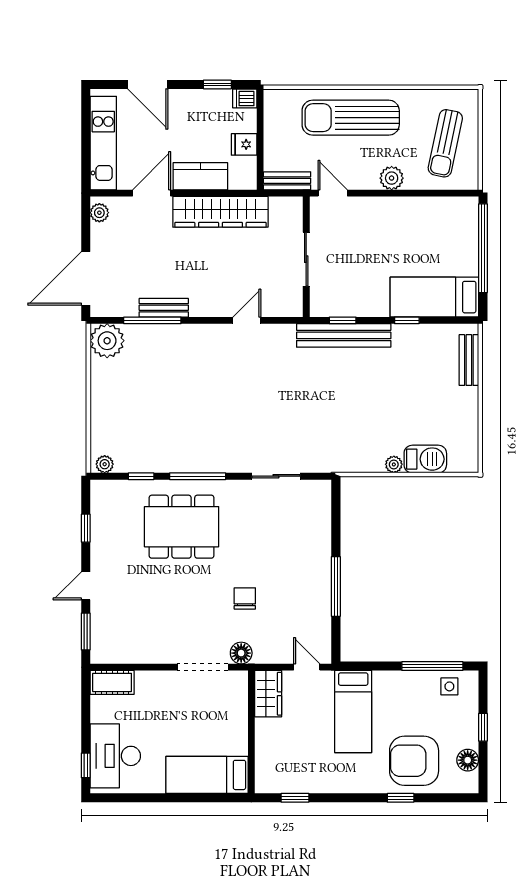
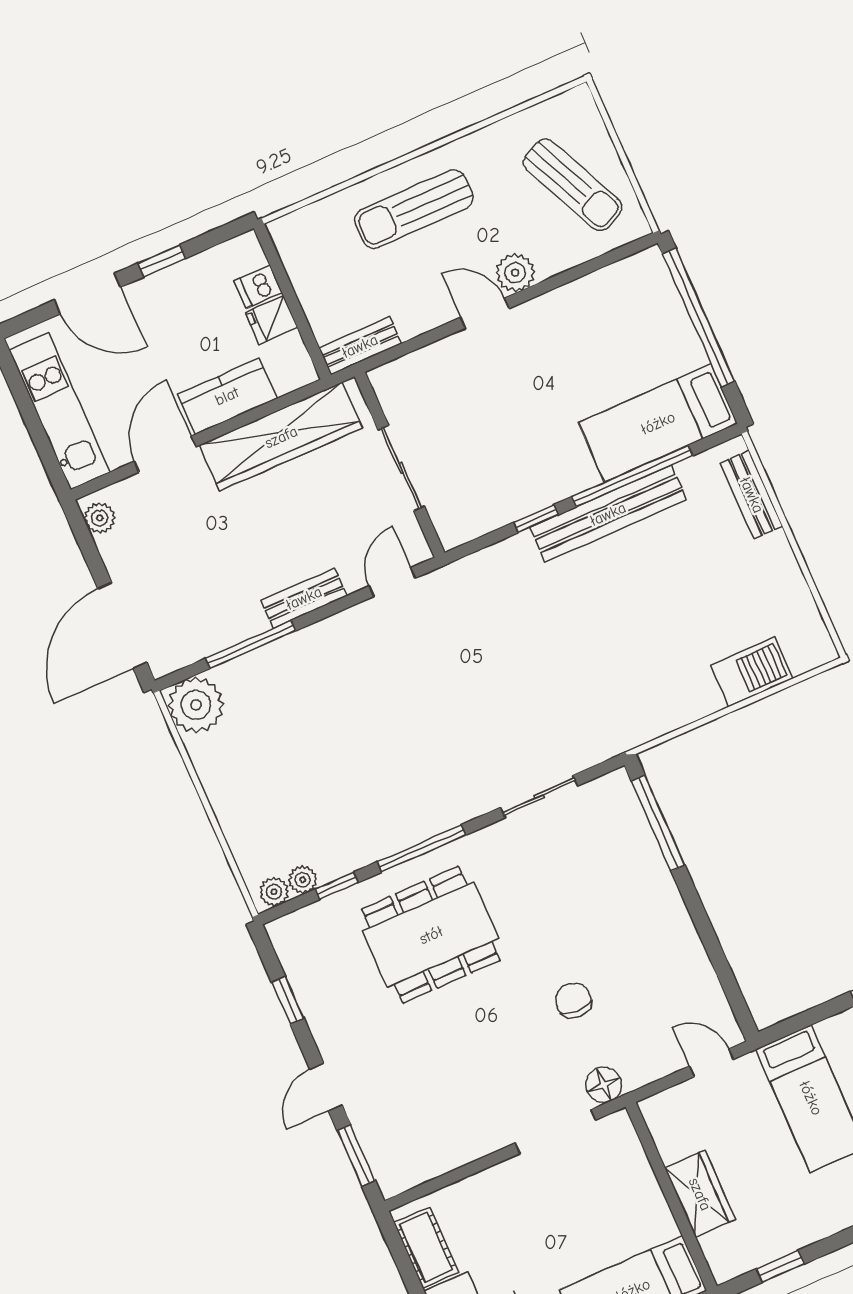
window: (217, 84) -> (162, 261), moved
dishwasher: (245, 99) -> (258, 286), moved
sun lounger: (351, 118) -> (414, 209), width x0.73, depth x0.75
sun lounger: (445, 143) -> (573, 185), turned -37
door: (333, 193) -> (485, 313), moved
wall: (306, 257) -> (400, 465), moved
sliding door: (306, 259) -> (401, 468), moved
bench: (164, 308) -> (304, 598), moved
window: (407, 320) -> (632, 476), width x3.17
bench: (344, 335) -> (608, 514), moved
plant: (394, 464) -> (303, 880), moved
window: (336, 586) -> (658, 823), moved
cot: (112, 682) -> (426, 1247), moved, turned 90
wardrobe: (268, 694) -> (700, 1194), moved

